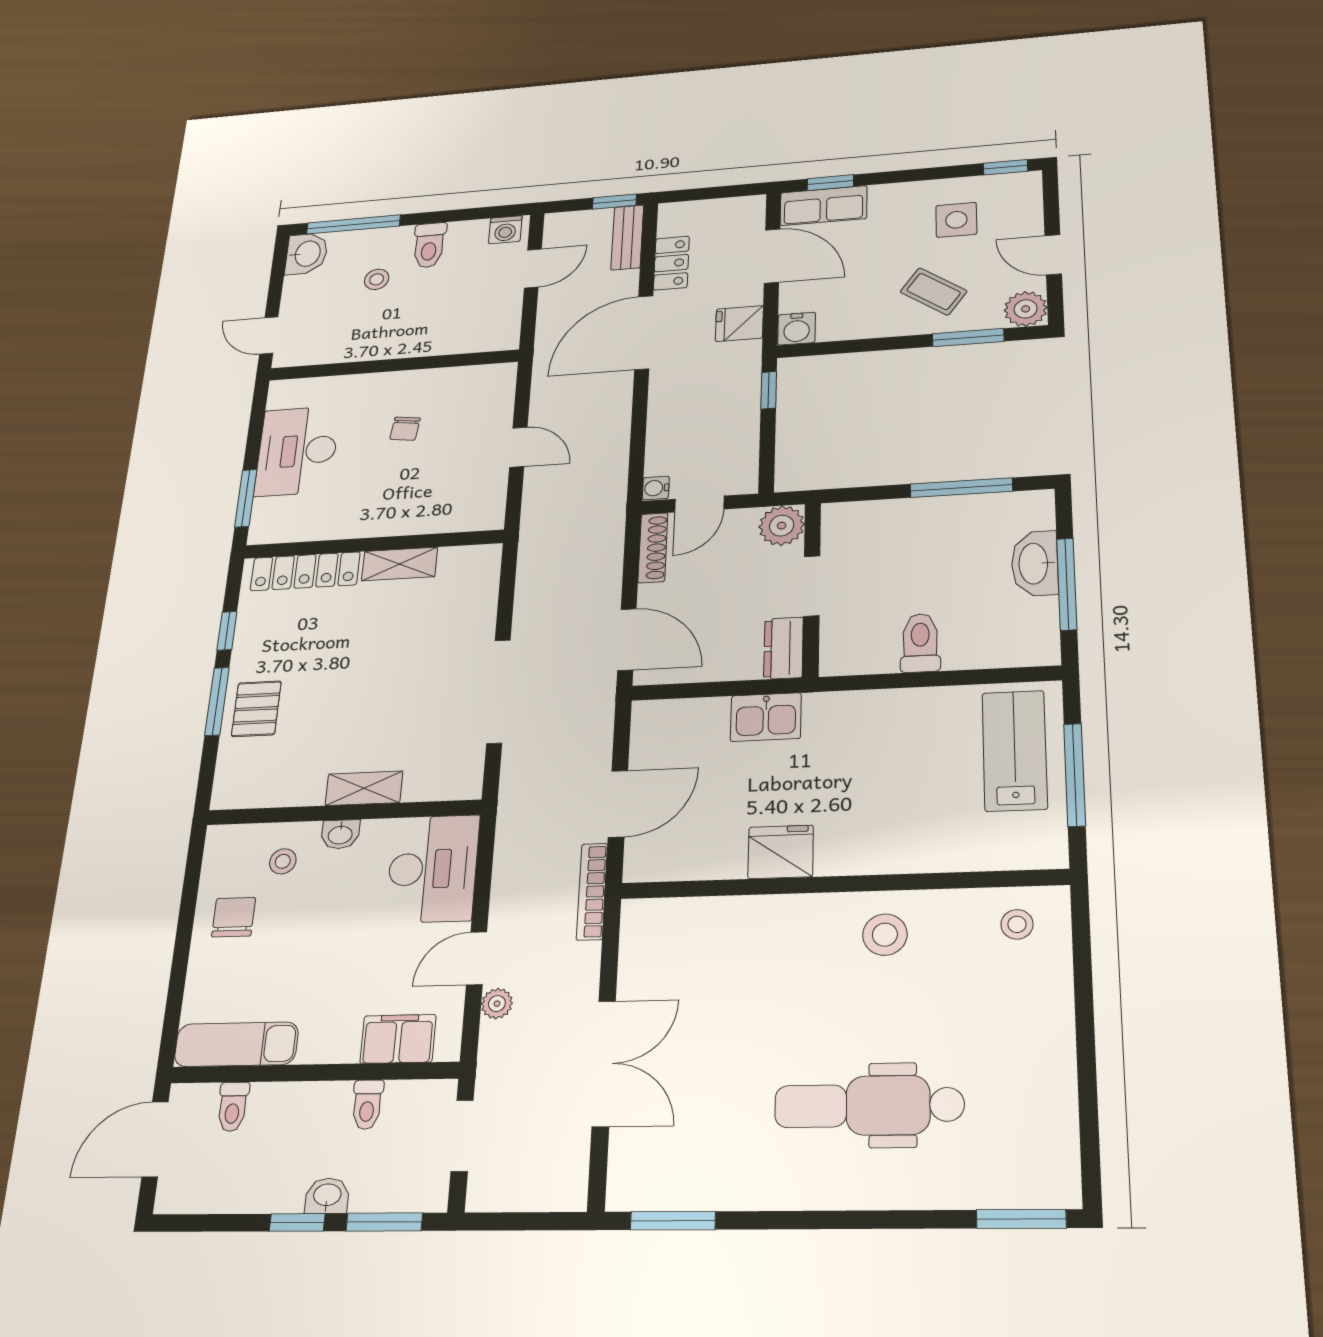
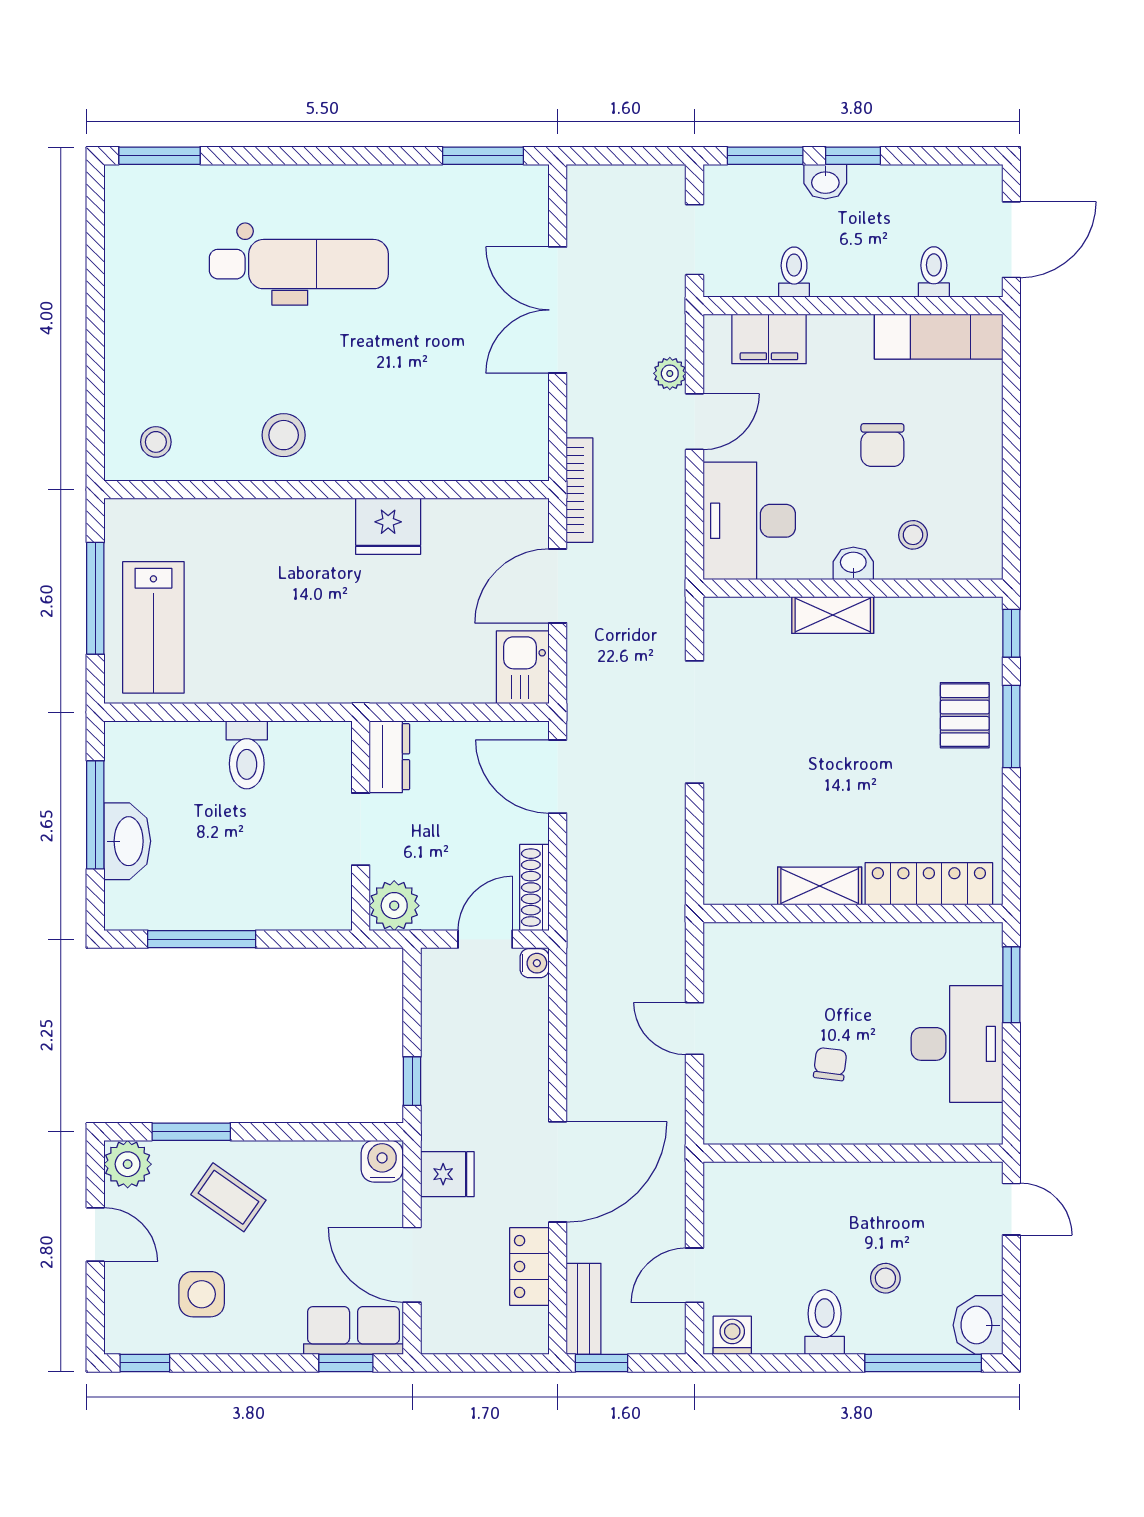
window: (227, 631) -> (1011, 633), moved
kitchen sink: (766, 717) -> (523, 667), moved, turned -90
chair: (234, 917) -> (882, 445), moved

